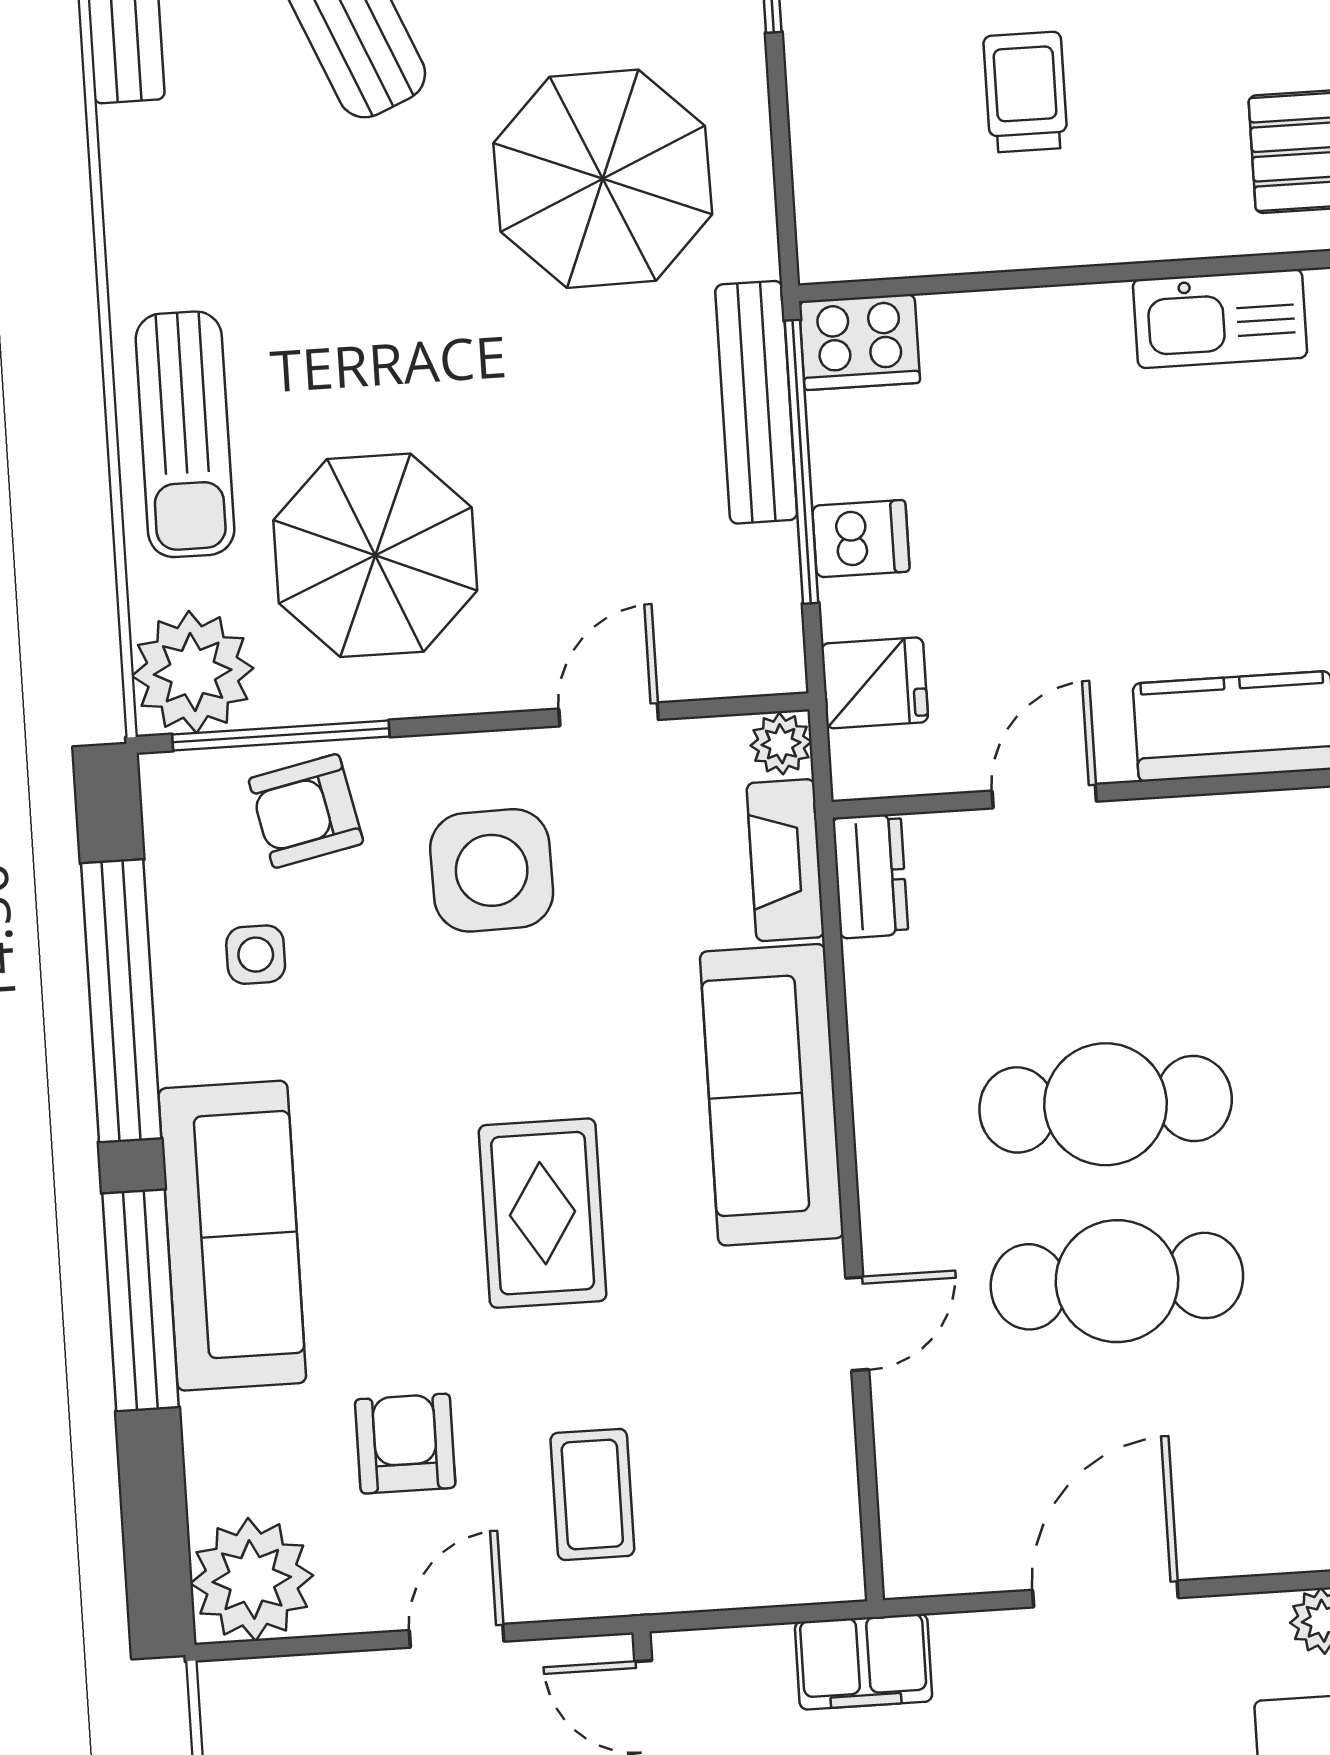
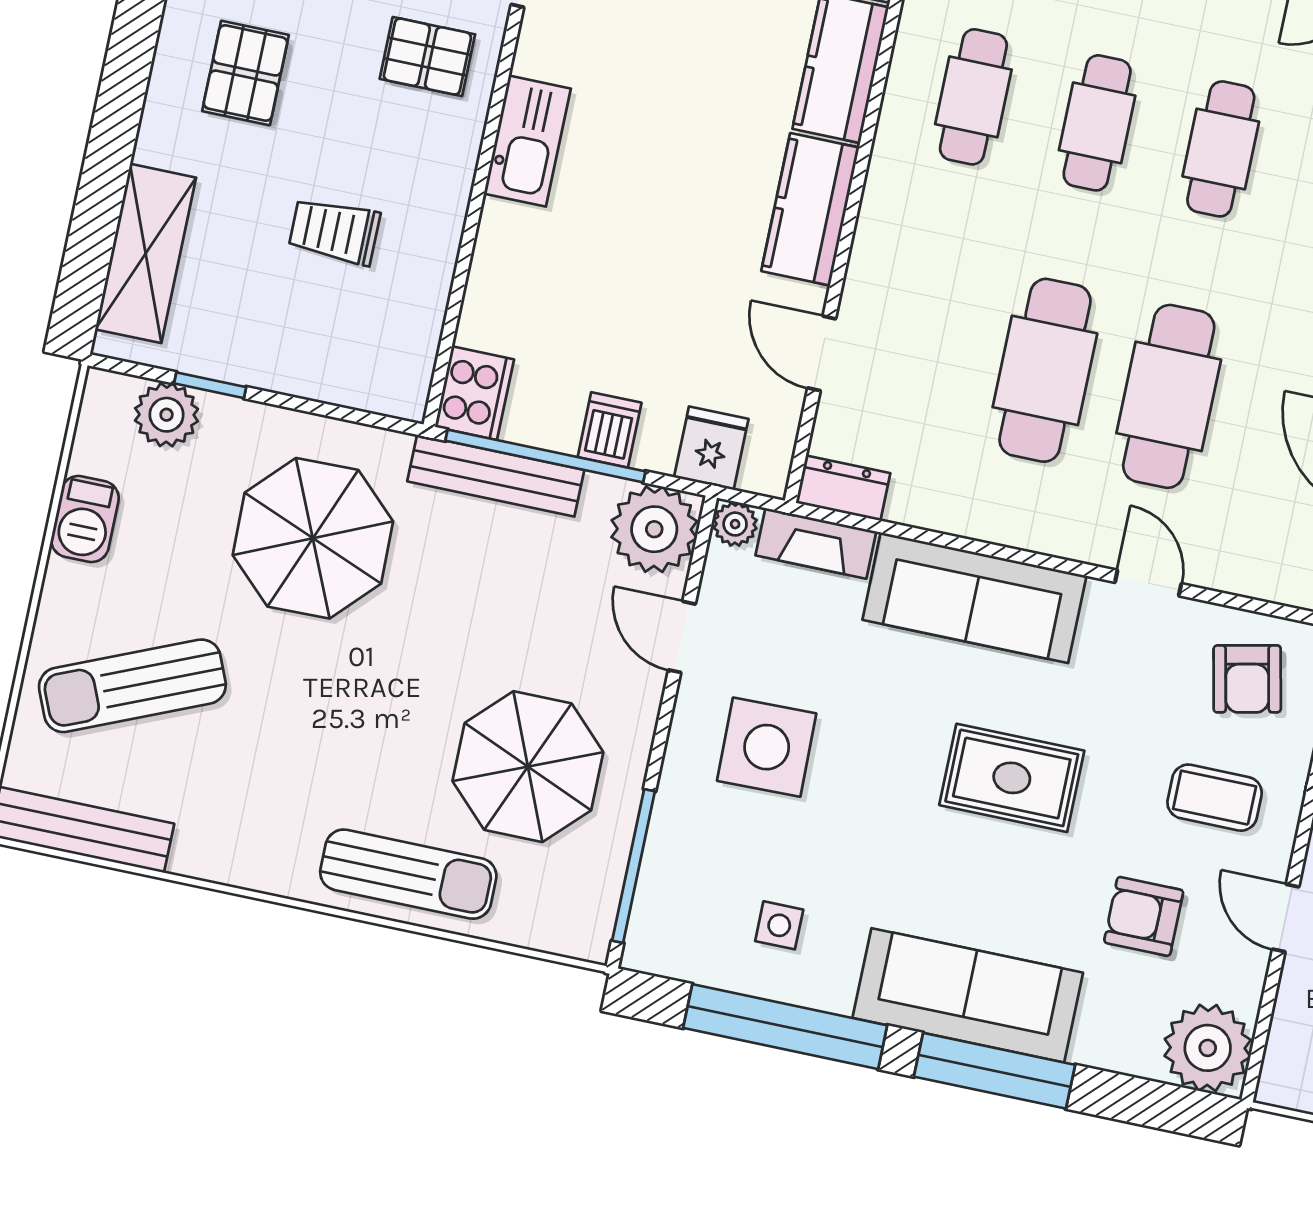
plant: (193, 672) -> (654, 529), moved
armchair: (306, 811) -> (1247, 679), moved

